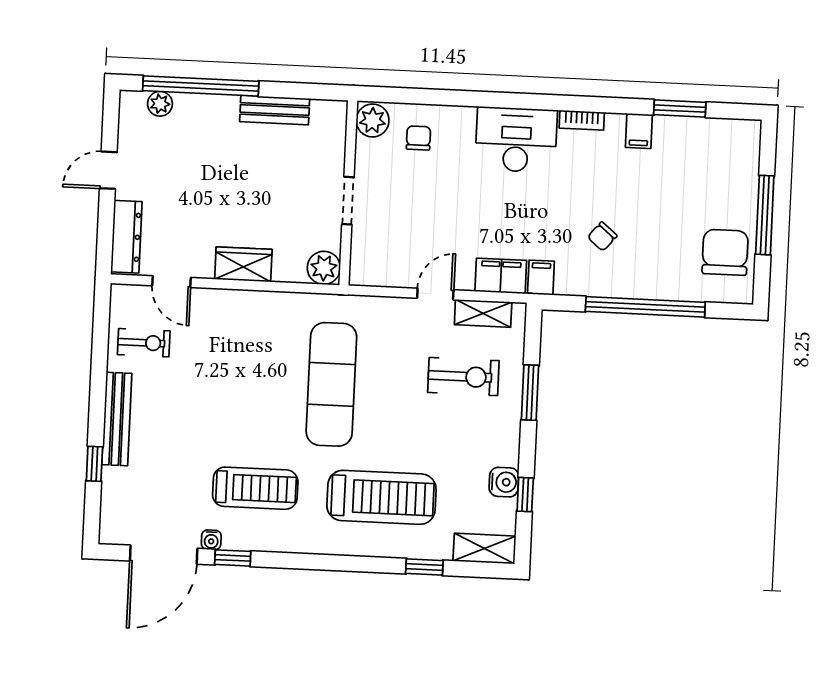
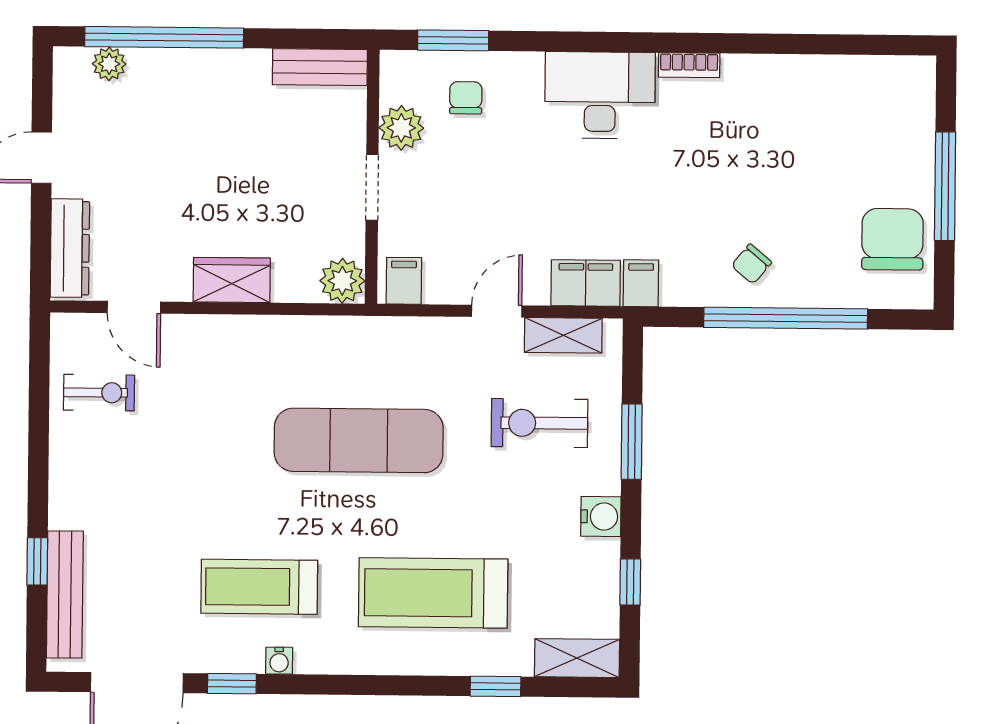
window: (680, 109) -> (453, 40), moved
bench: (275, 110) -> (320, 67), moved
plant: (373, 120) -> (401, 128), moved
filing cabinet: (639, 131) -> (404, 281), moved, turned 180
chair: (602, 236) -> (751, 264), moved
exercise bike: (463, 377) -> (539, 423), turned 180
exercise mat: (331, 384) -> (359, 440), turned 90
bench: (117, 419) -> (65, 594), moved
water cooler: (504, 482) -> (601, 517), moved
treadmill: (255, 488) -> (259, 587), turned 180
treadmill: (381, 497) -> (433, 593), turned 180
water cooler: (211, 540) -> (279, 661), moved

